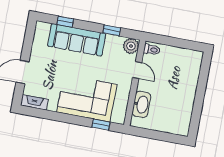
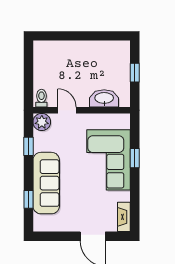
door: (137, 70) -> (67, 110), hinge flipped
window: (101, 125) -> (135, 158), moved
window: (159, 136) -> (135, 73), added

